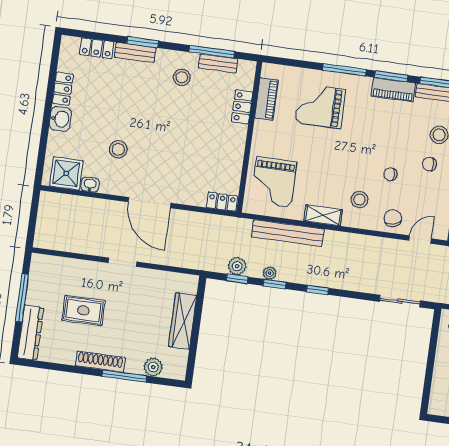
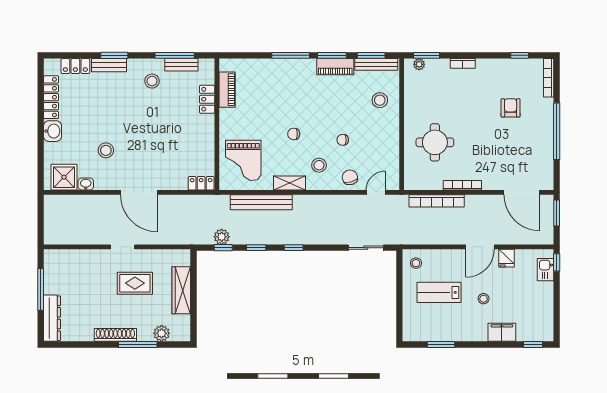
locker: (63, 89) -> (51, 97), width x1.53
grand piano: (320, 106) -> (274, 89), removed
chair: (429, 164) -> (294, 134), moved
plant: (270, 273) -> (250, 239), removed
rug: (83, 310) -> (135, 283), moved

